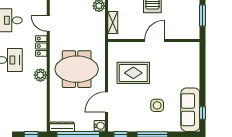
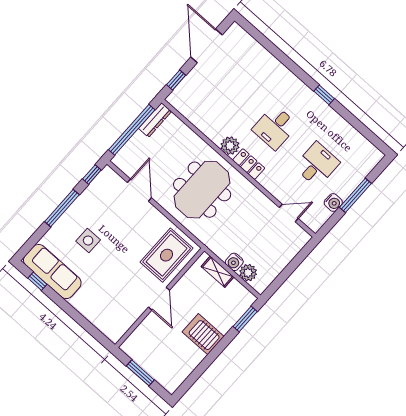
door: (48, 24) -> (289, 213), moved
locker: (41, 46) -> (249, 164), moved
rug: (133, 73) -> (167, 255), moved
water cooler: (100, 126) -> (234, 262), moved

